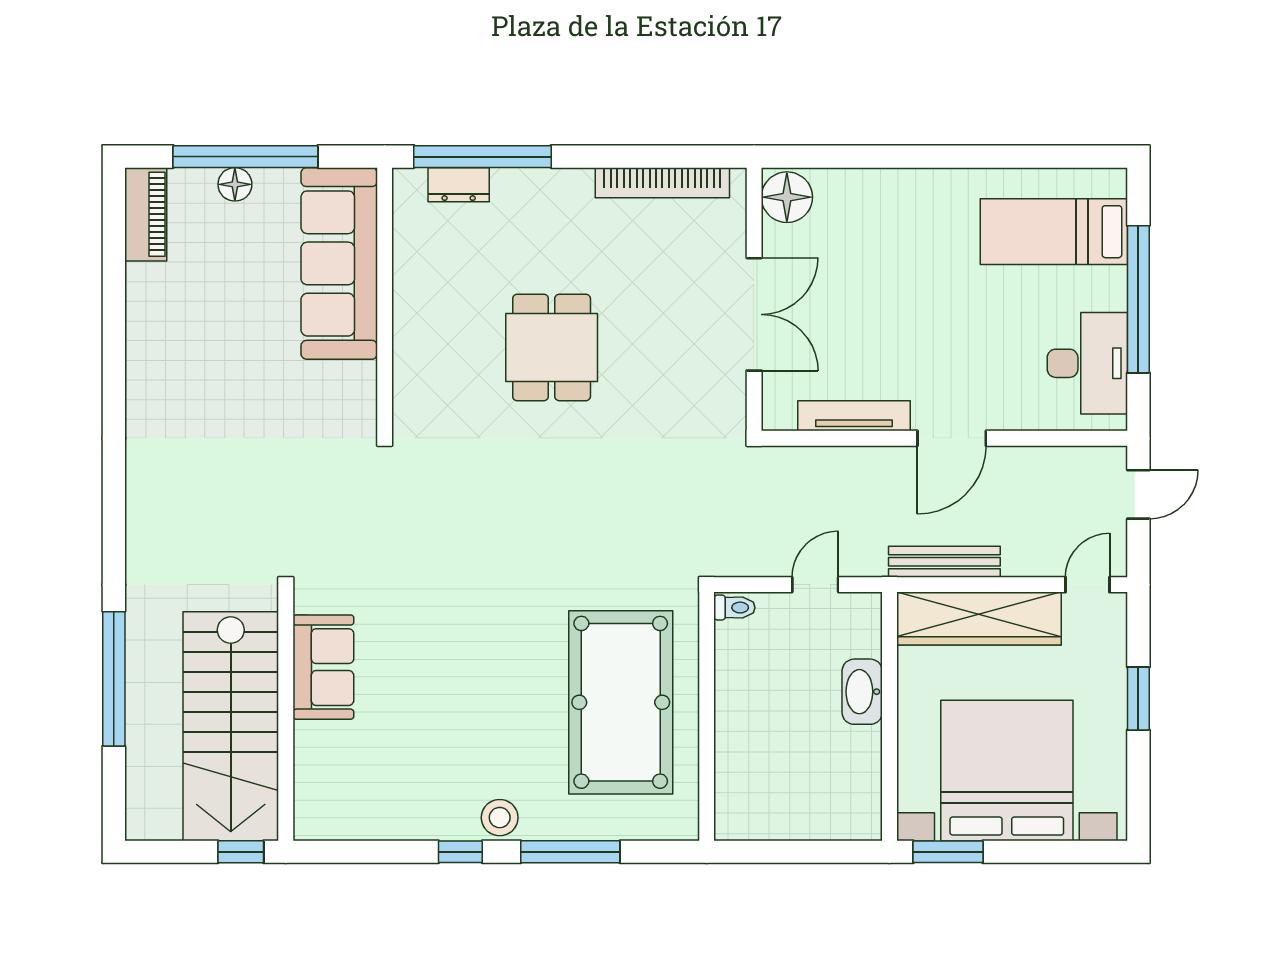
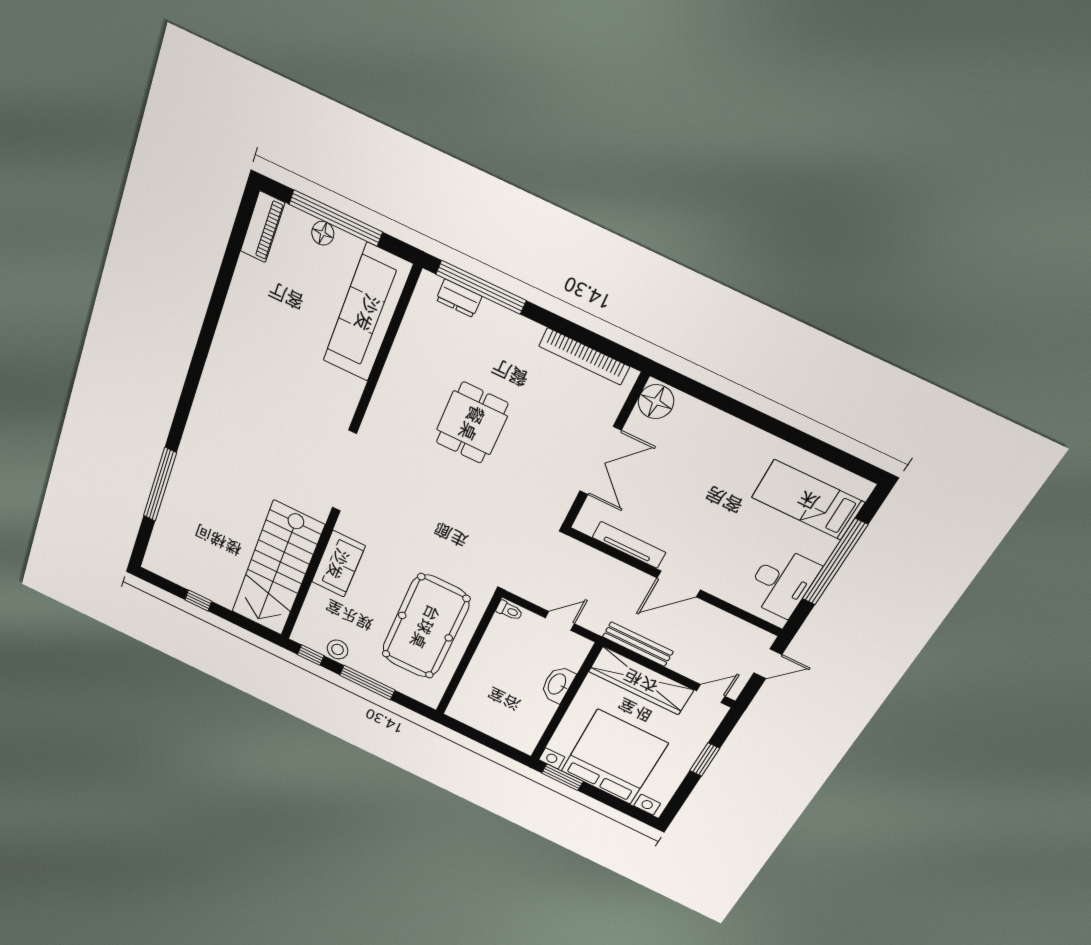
sofa: (323, 667) -> (338, 564), moved
wall: (286, 716) -> (309, 578), moved
stairs: (231, 726) -> (278, 569), moved

